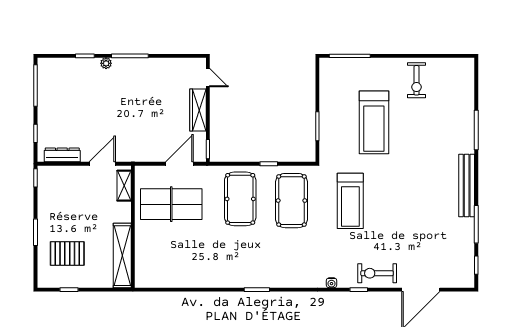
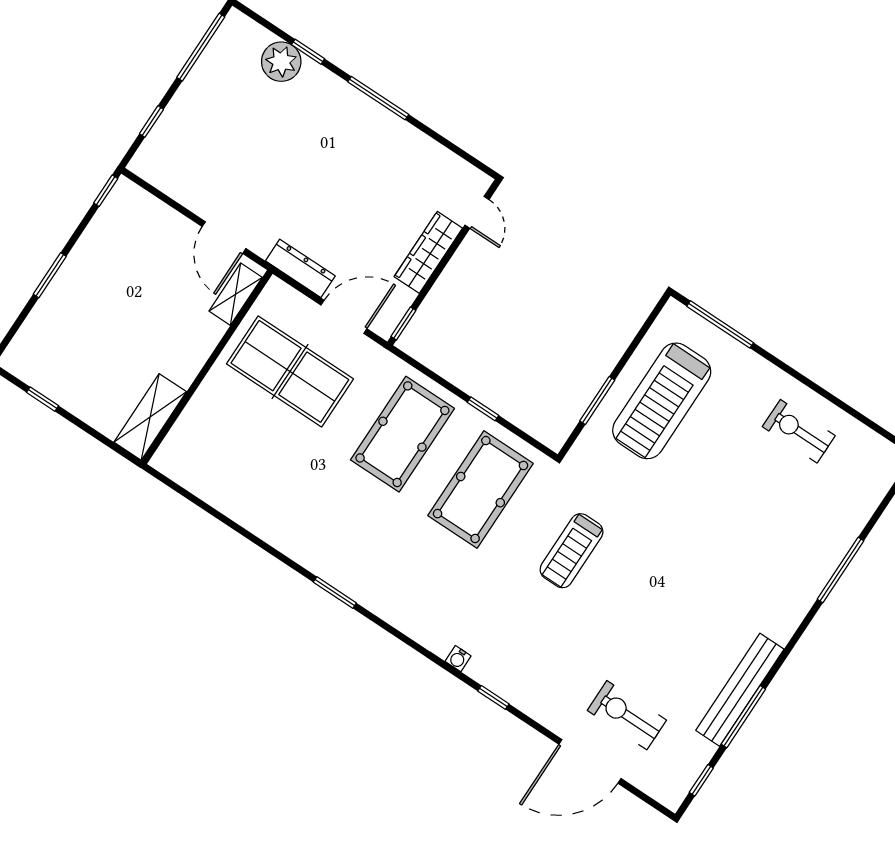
plant: (106, 63) -> (281, 62), moved, width x1.88, depth x1.88
exercise bike: (416, 80) -> (799, 431), turned 90
treadmill: (374, 122) -> (662, 401), moved
dresser: (62, 155) -> (300, 268), moved
door: (102, 164) -> (224, 238), swing flipped
bench: (467, 186) -> (740, 690), moved
treadmill: (350, 201) -> (572, 551), width x0.73, depth x0.73
pallet: (67, 253) -> (77, 341), removed
shelving: (122, 256) -> (150, 417), width x0.68
exercise bike: (377, 273) -> (627, 715), moved

